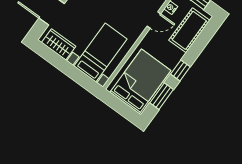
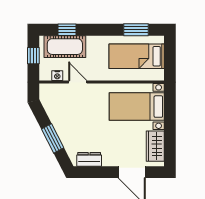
window: (180, 70) -> (67, 30), moved
bed: (140, 81) -> (137, 56), width x0.67

